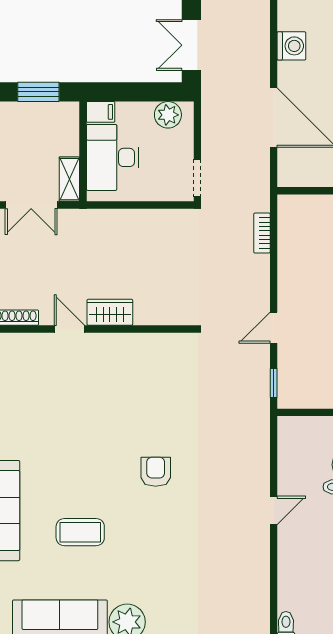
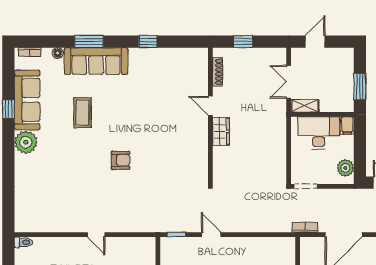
bookcase: (262, 233) -> (305, 227), moved
door: (69, 329) -> (210, 106), swing flipped

